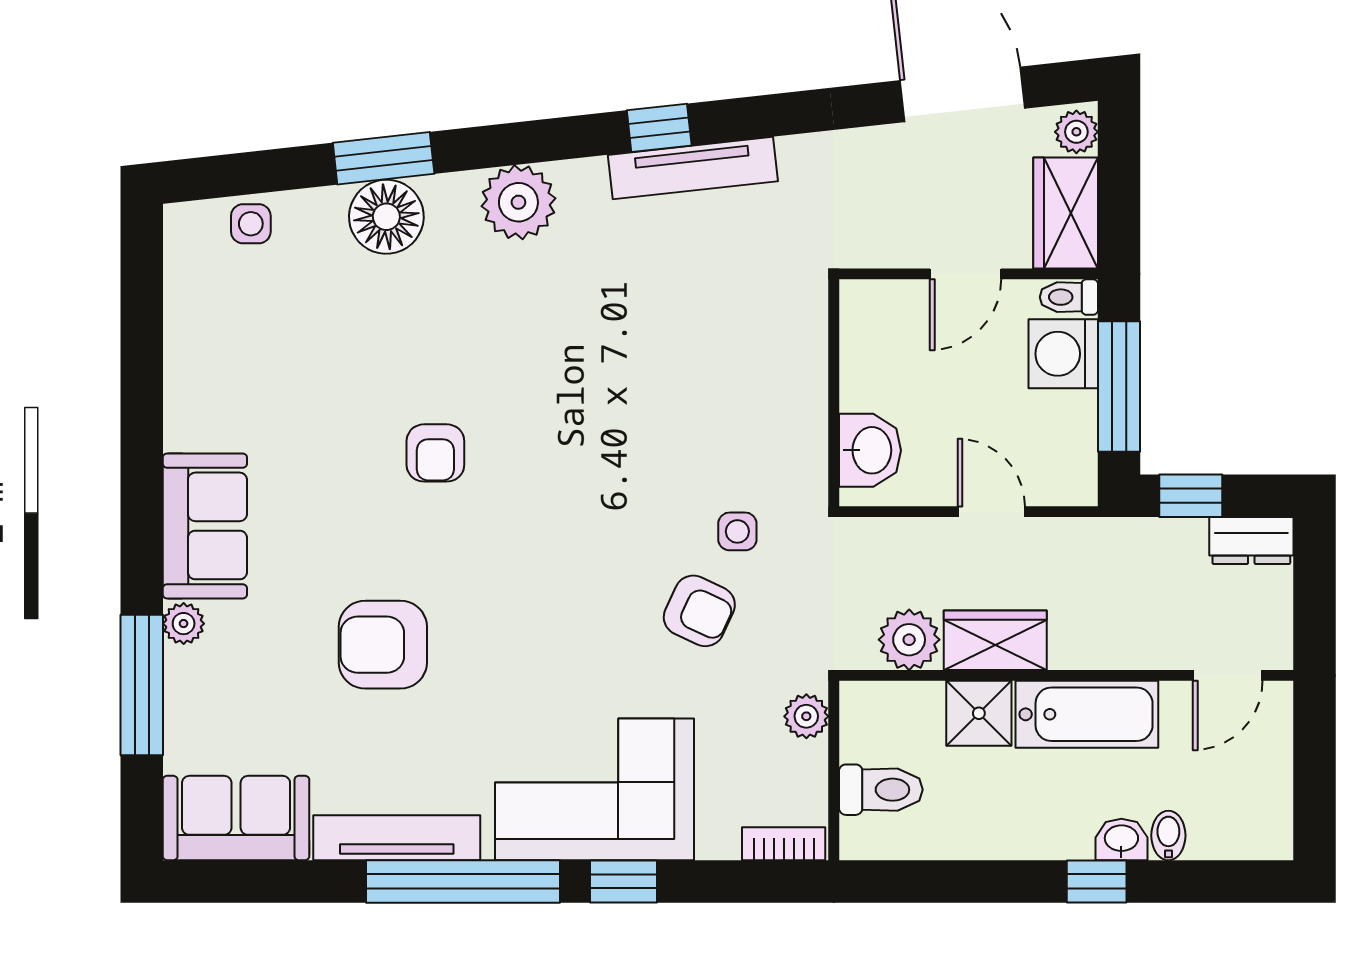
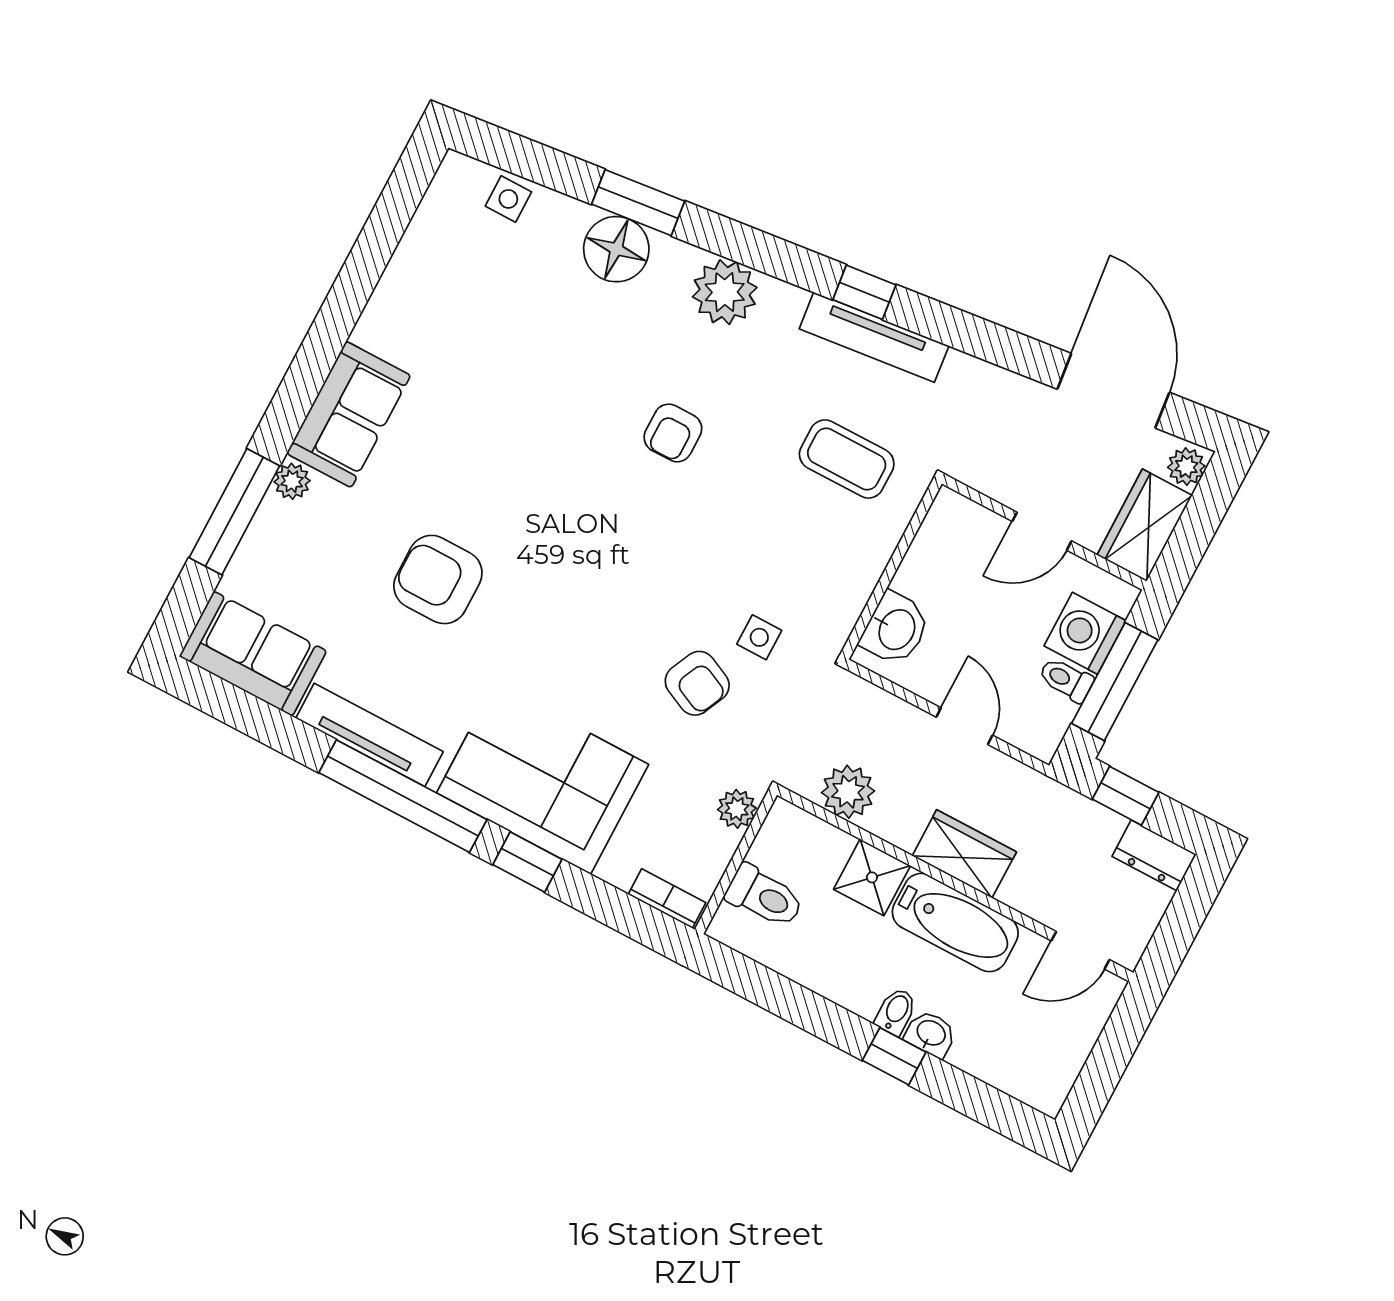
toilet: (1069, 297) -> (1066, 680), moved
coffee table: (730, 305) -> (847, 459), added
armchair: (435, 453) -> (673, 433), moved
wardrobe: (995, 640) -> (964, 854), moved
bidet: (1168, 835) -> (896, 1011), moved

